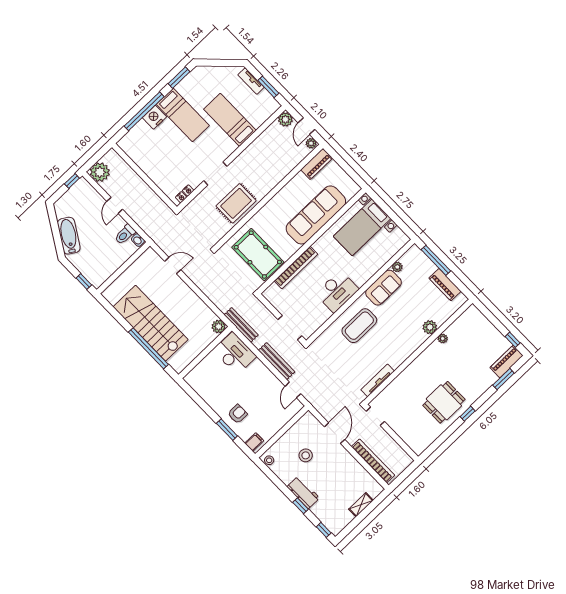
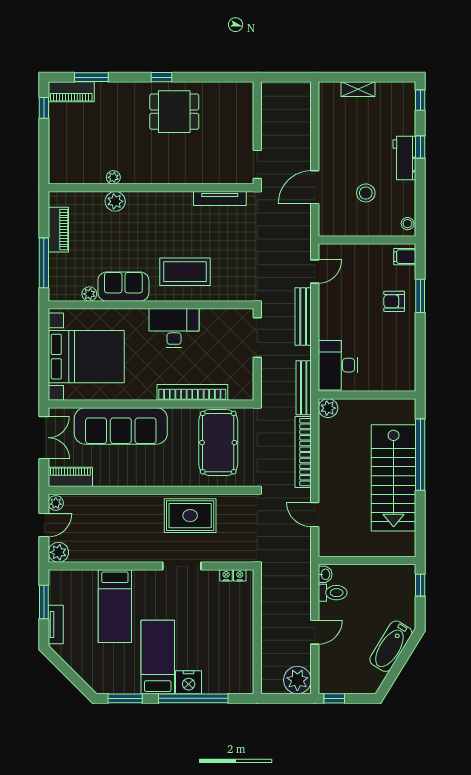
double door: (350, 171) -> (44, 438), added
bed with nightstands: (362, 227) -> (86, 357), width x1.36
bookcase: (373, 461) -> (303, 452), moved

